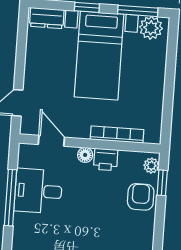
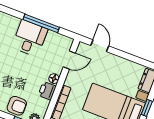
desk: (38, 191) -> (30, 38), moved

